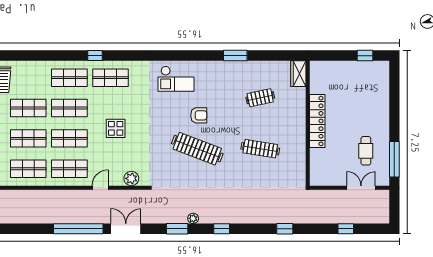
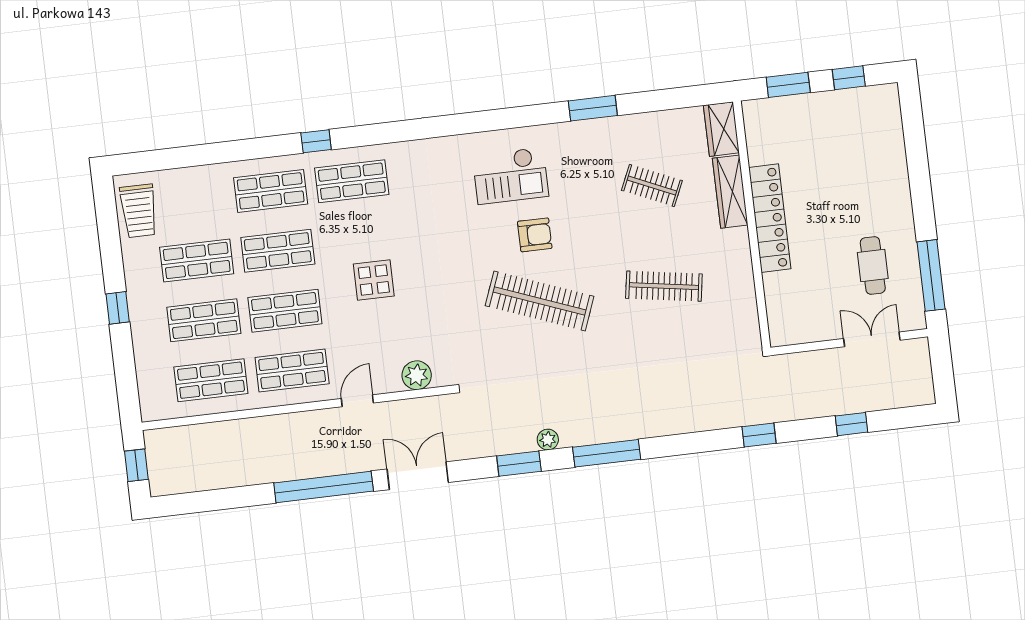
window: (334, 56) -> (788, 85), added
checkout: (176, 79) -> (510, 176), moved
clothes rail: (260, 98) -> (652, 186), turned 36
wardrobe: (299, 105) -> (730, 192), added
window: (222, 229) -> (607, 453), width x2.17
window: (285, 229) -> (759, 435), moved

